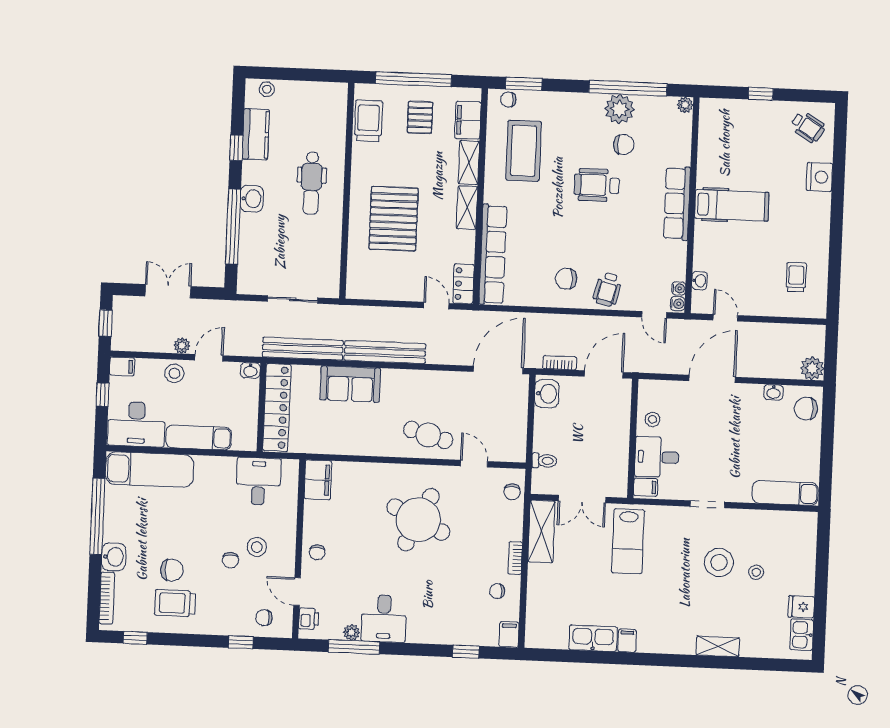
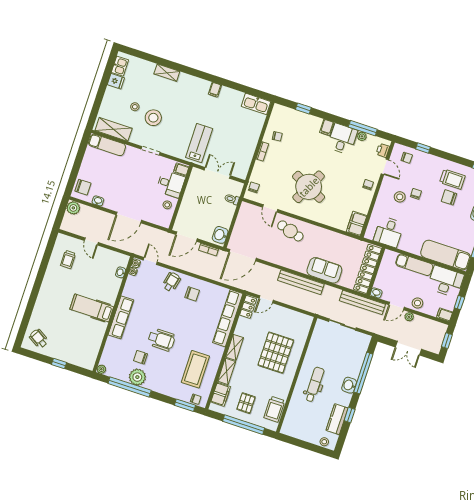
nightstand: (819, 177) -> (40, 310), removed
door: (436, 306) -> (266, 299), hinge flipped
door: (725, 318) -> (91, 241), moved
bench: (303, 349) -> (362, 302), moved
shelving: (541, 531) -> (114, 129), moved, turned 90
filing cabinet: (509, 635) -> (327, 127), moved
kitchen sink: (593, 638) -> (256, 104), moved

